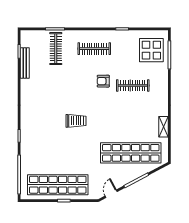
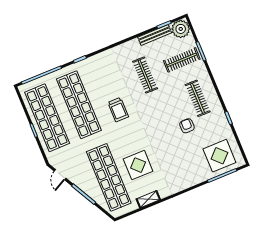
plant: (29, 39) -> (181, 29), added
armchair: (103, 81) -> (187, 126), moved
clothes rail: (133, 85) -> (145, 75), moved
display table: (131, 123) -> (138, 165), added
shop shelf: (58, 153) -> (79, 105), added
door: (111, 194) -> (60, 175), swing flipped

